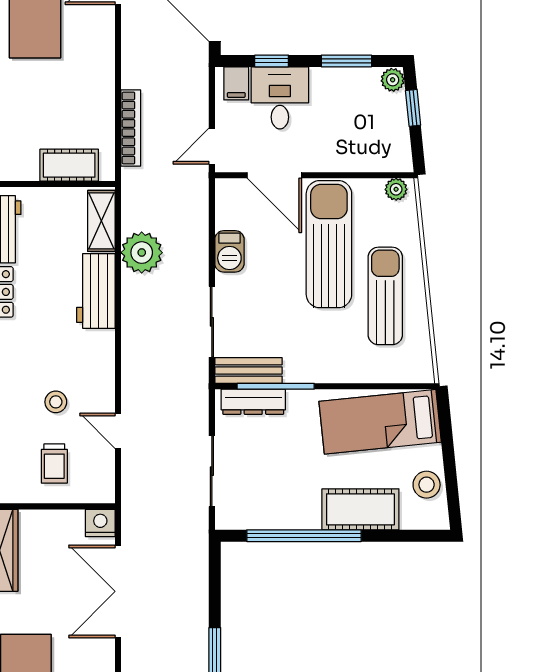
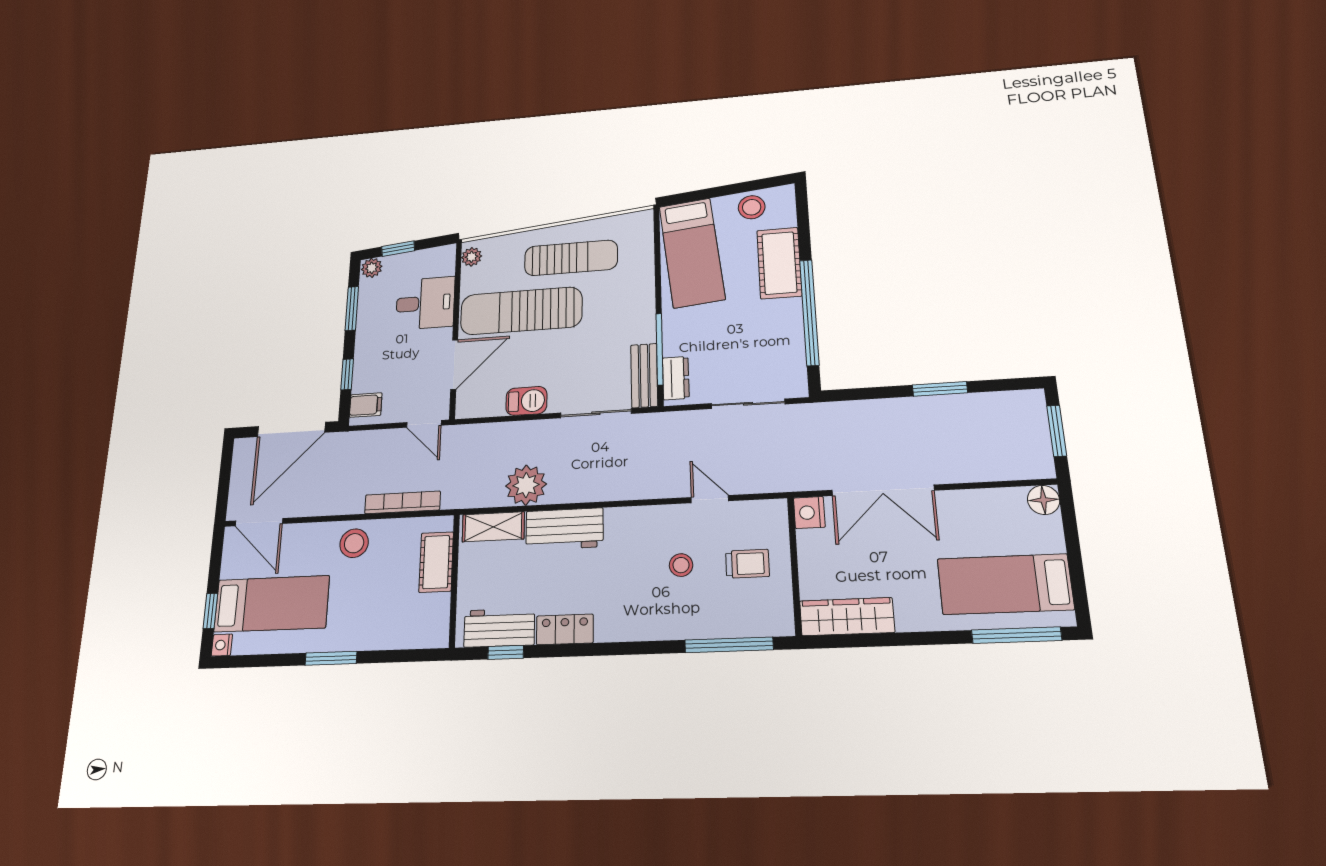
stool: (92, 81) -> (354, 543), added
desk: (280, 98) -> (425, 303), moved, turned 180
sun lounger: (385, 296) -> (571, 258), turned 180
dresser: (253, 402) -> (676, 378), width x0.70
door: (118, 431) -> (710, 499), swing flipped

